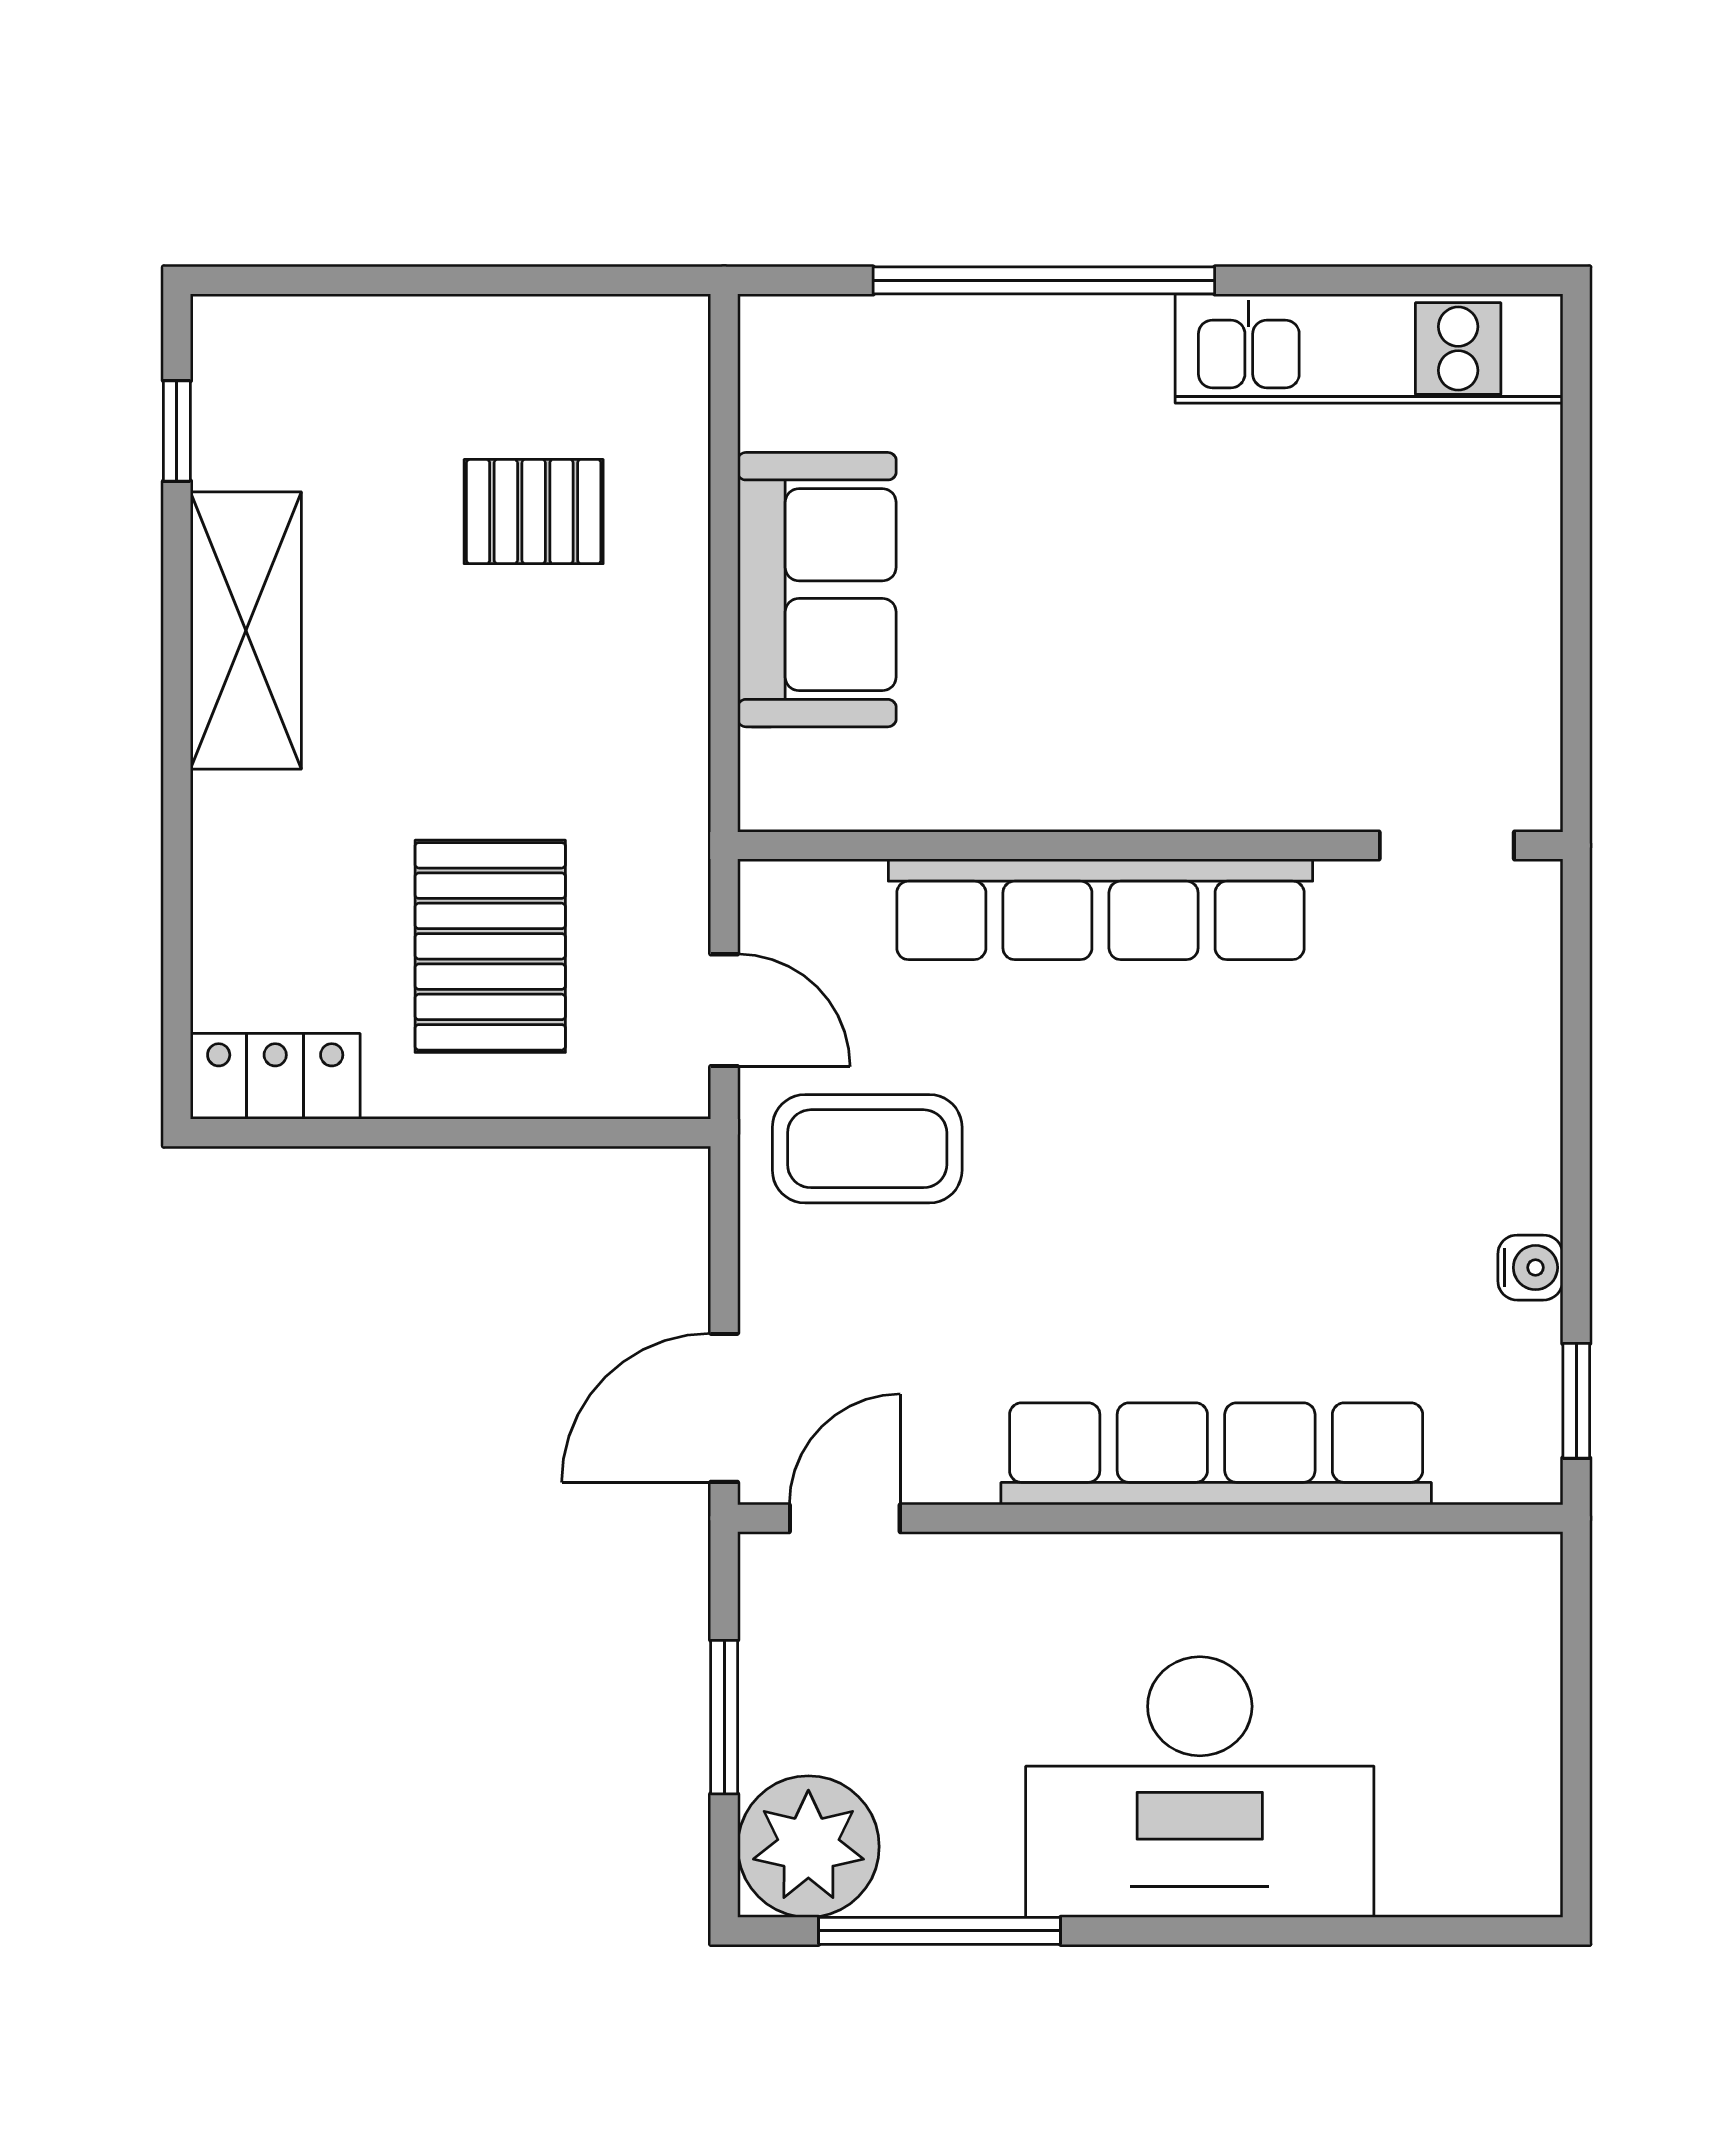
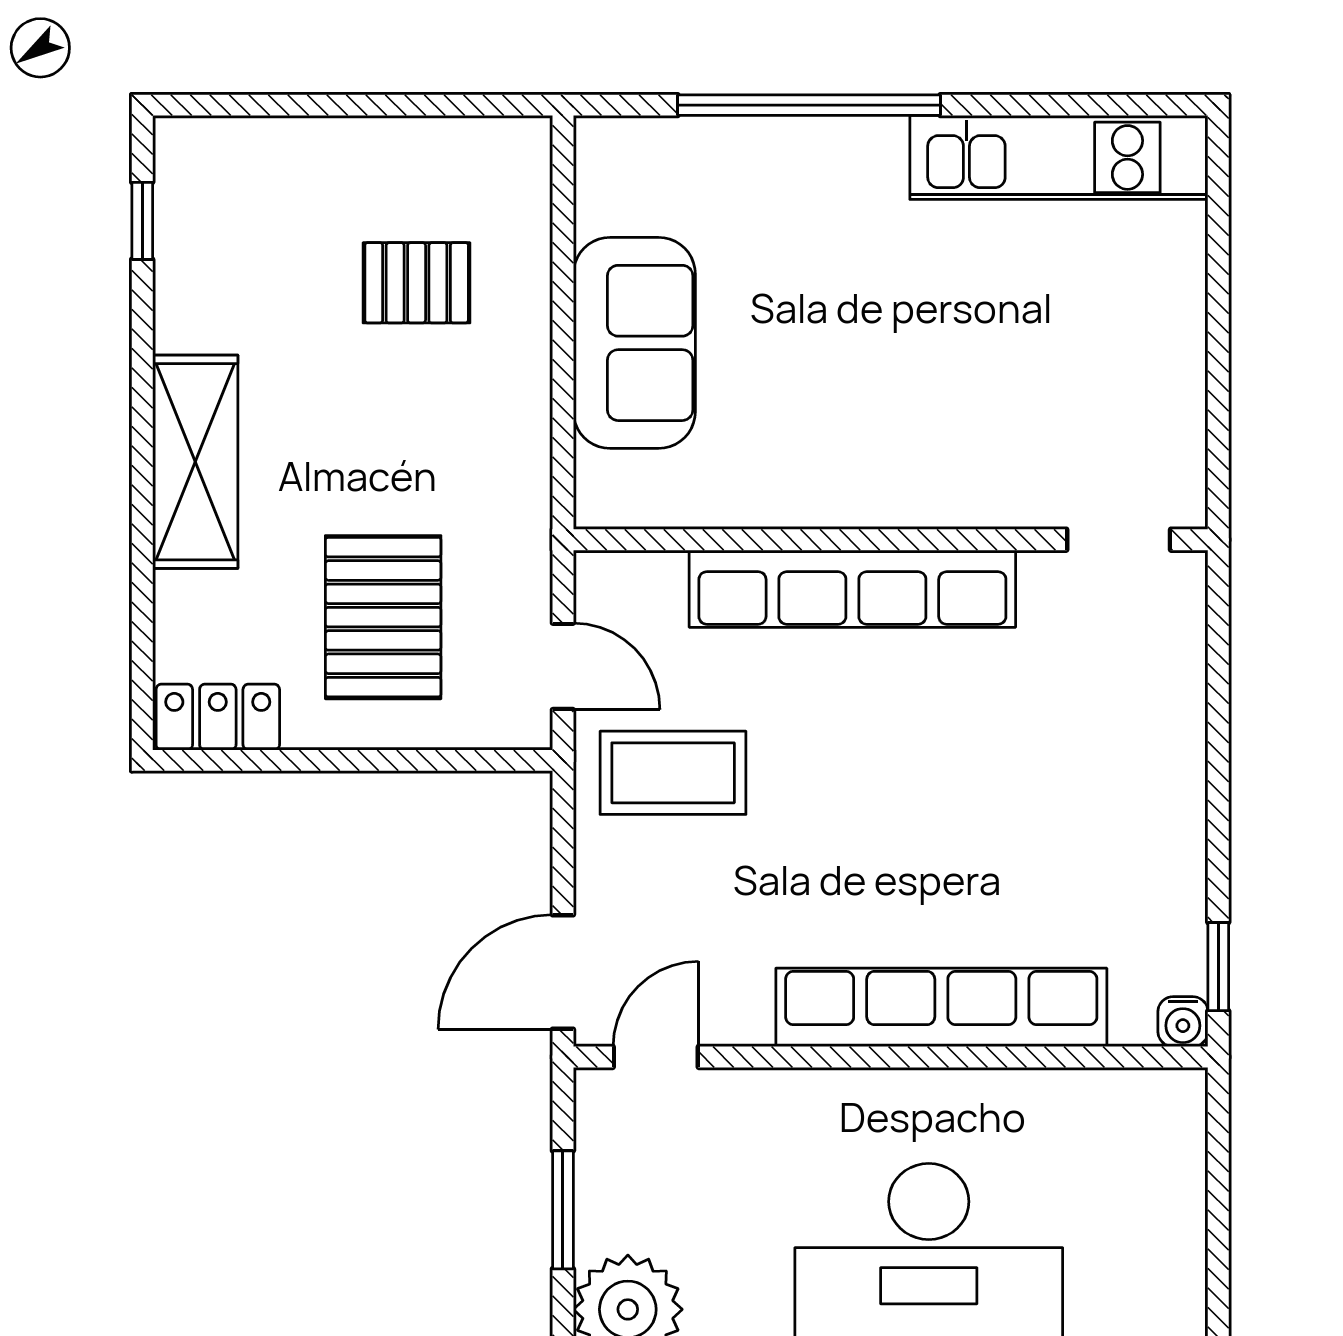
shelving: (246, 631) -> (195, 462), moved
water cooler: (1530, 1268) -> (1183, 1022), moved, turned 90

